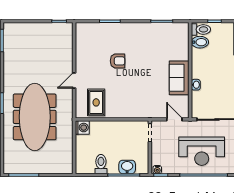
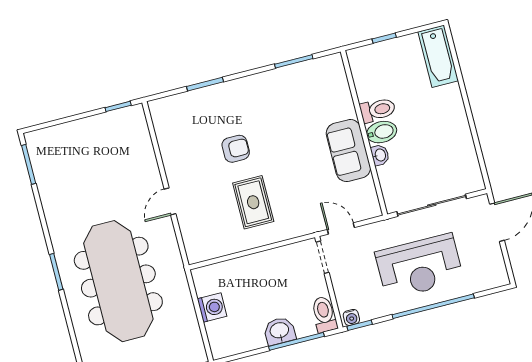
toilet: (201, 29) -> (378, 110), moved
bidet: (200, 42) -> (382, 132), moved
rug: (96, 102) -> (253, 202), moved
door: (174, 119) -> (341, 228), moved
washing machine: (82, 128) -> (212, 308), moved
toilet: (101, 164) -> (324, 314), moved
washbasin: (127, 167) -> (280, 331), moved

